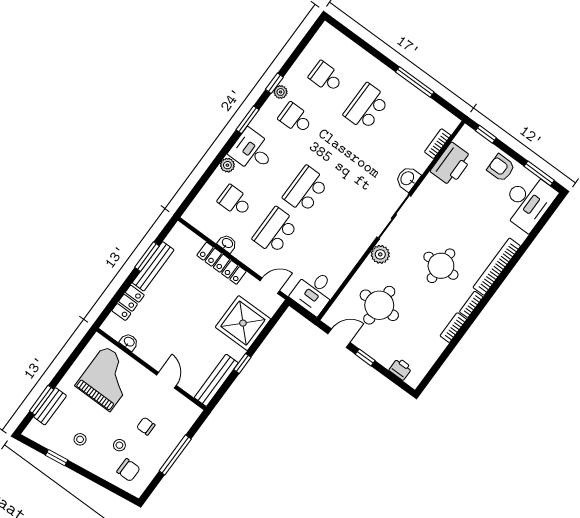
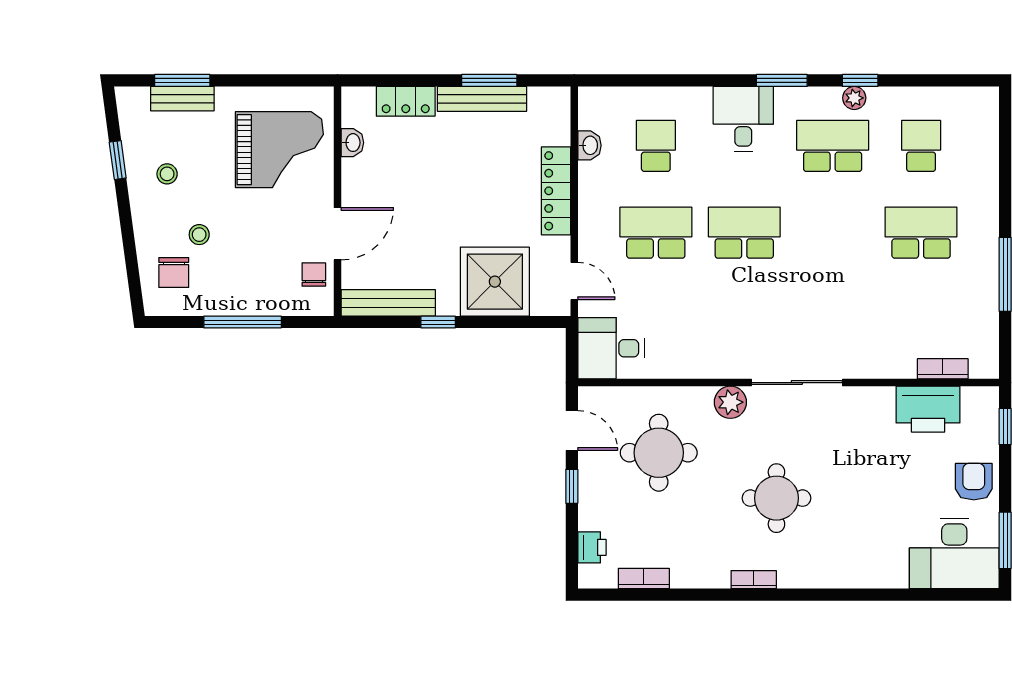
school desk: (296, 119) -> (833, 146), width x1.85
plant: (227, 165) -> (698, 99), removed
washbasin: (408, 179) -> (864, 363), removed
washbasin: (227, 243) -> (589, 145), moved
bookcase: (497, 267) -> (832, 577), removed
bookcase: (453, 328) -> (644, 579), moved
door: (167, 380) -> (337, 234), width x1.38
chair: (146, 426) -> (314, 274), moved

